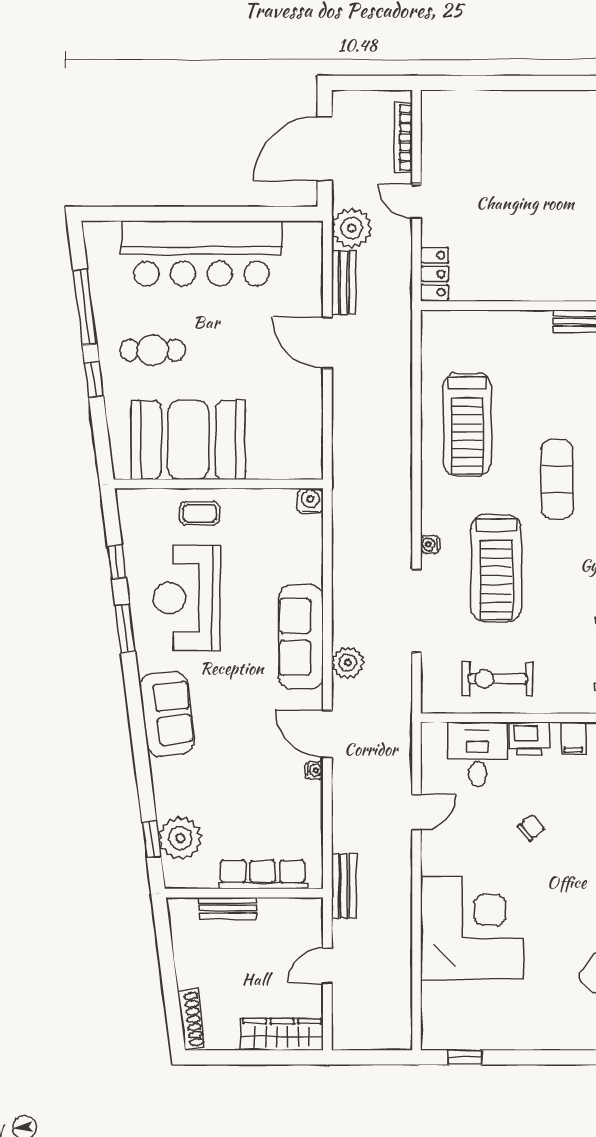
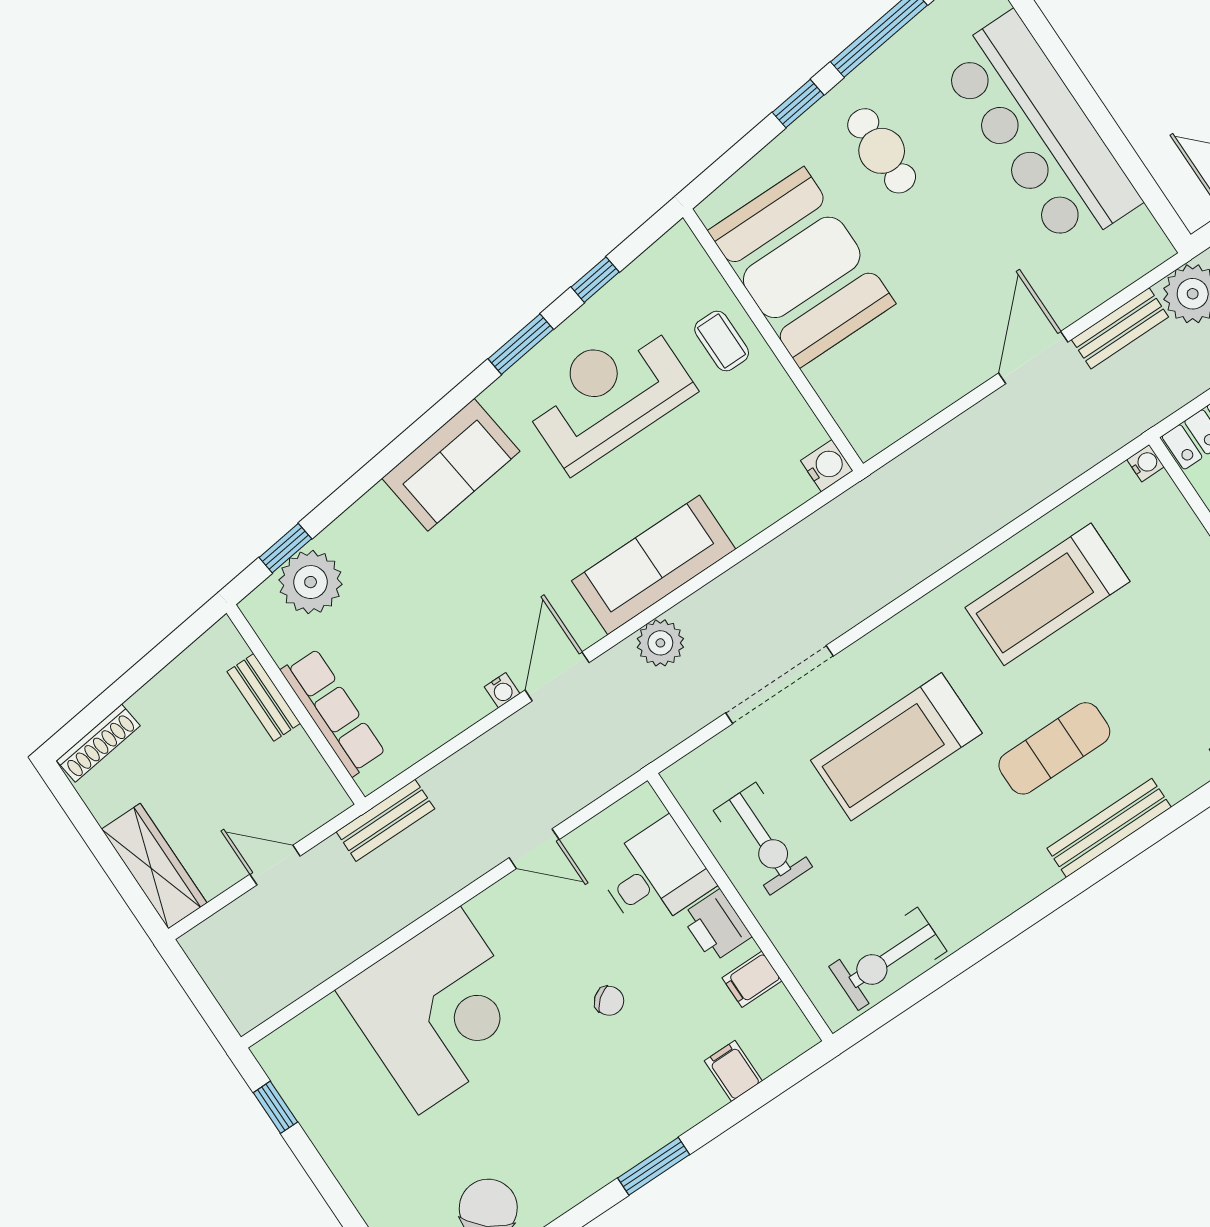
water cooler: (430, 544) -> (1146, 463), moved, turned 90
exercise bike: (498, 679) -> (763, 839), turned 180

